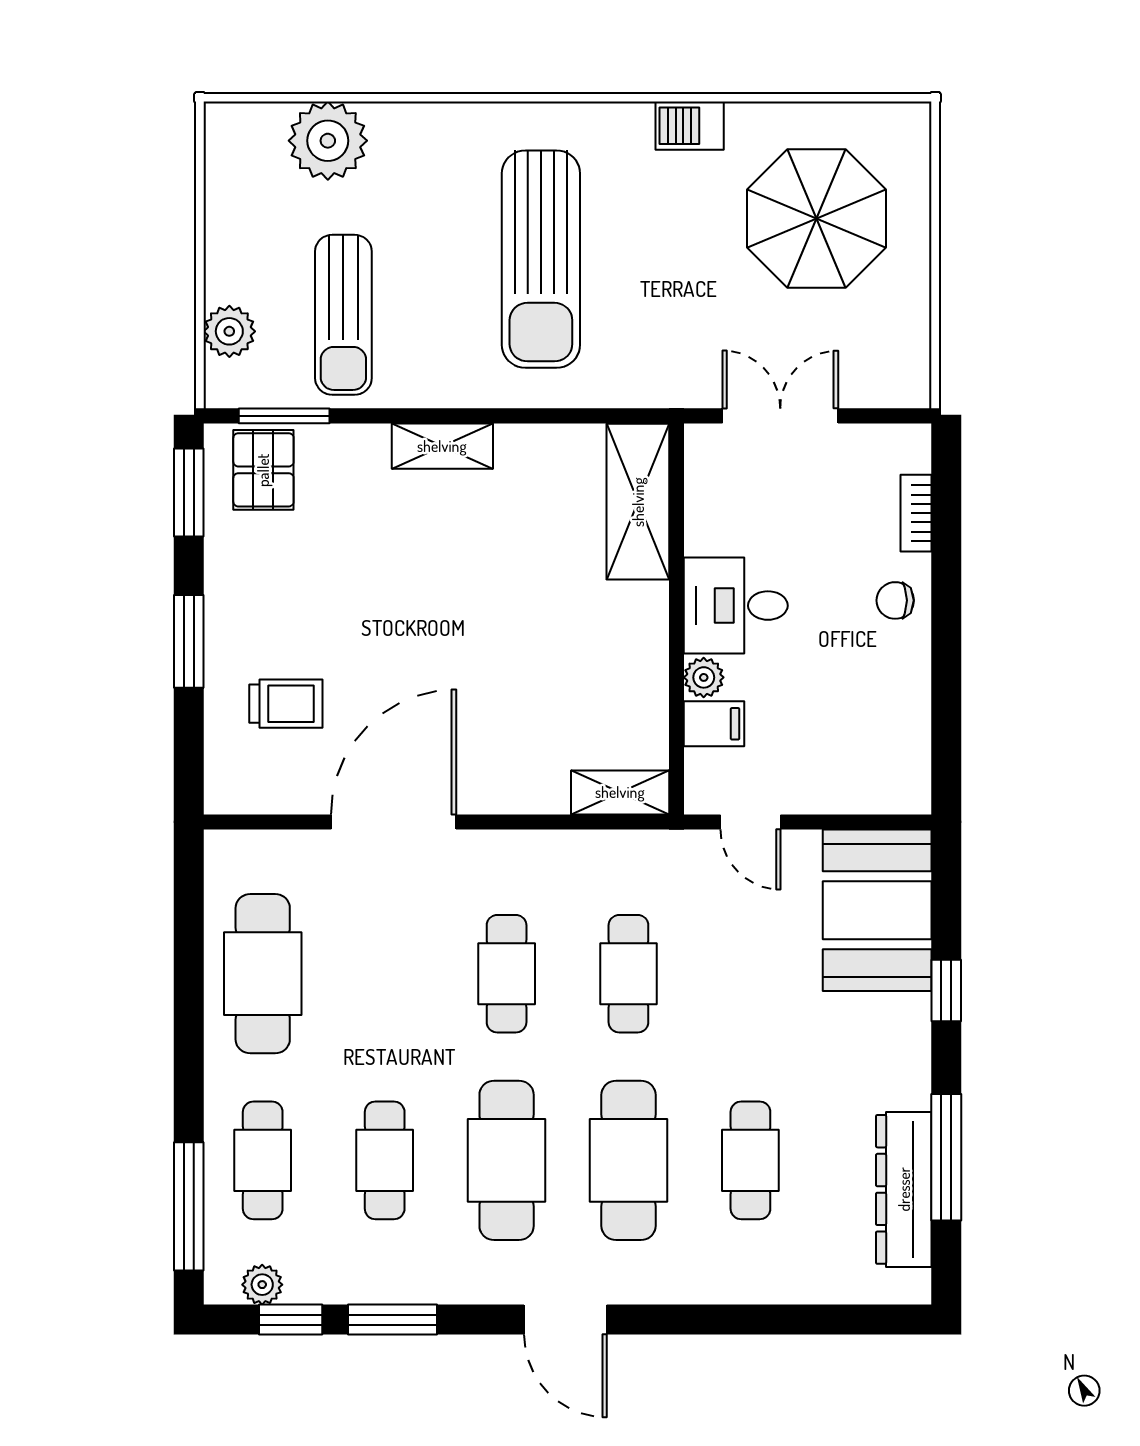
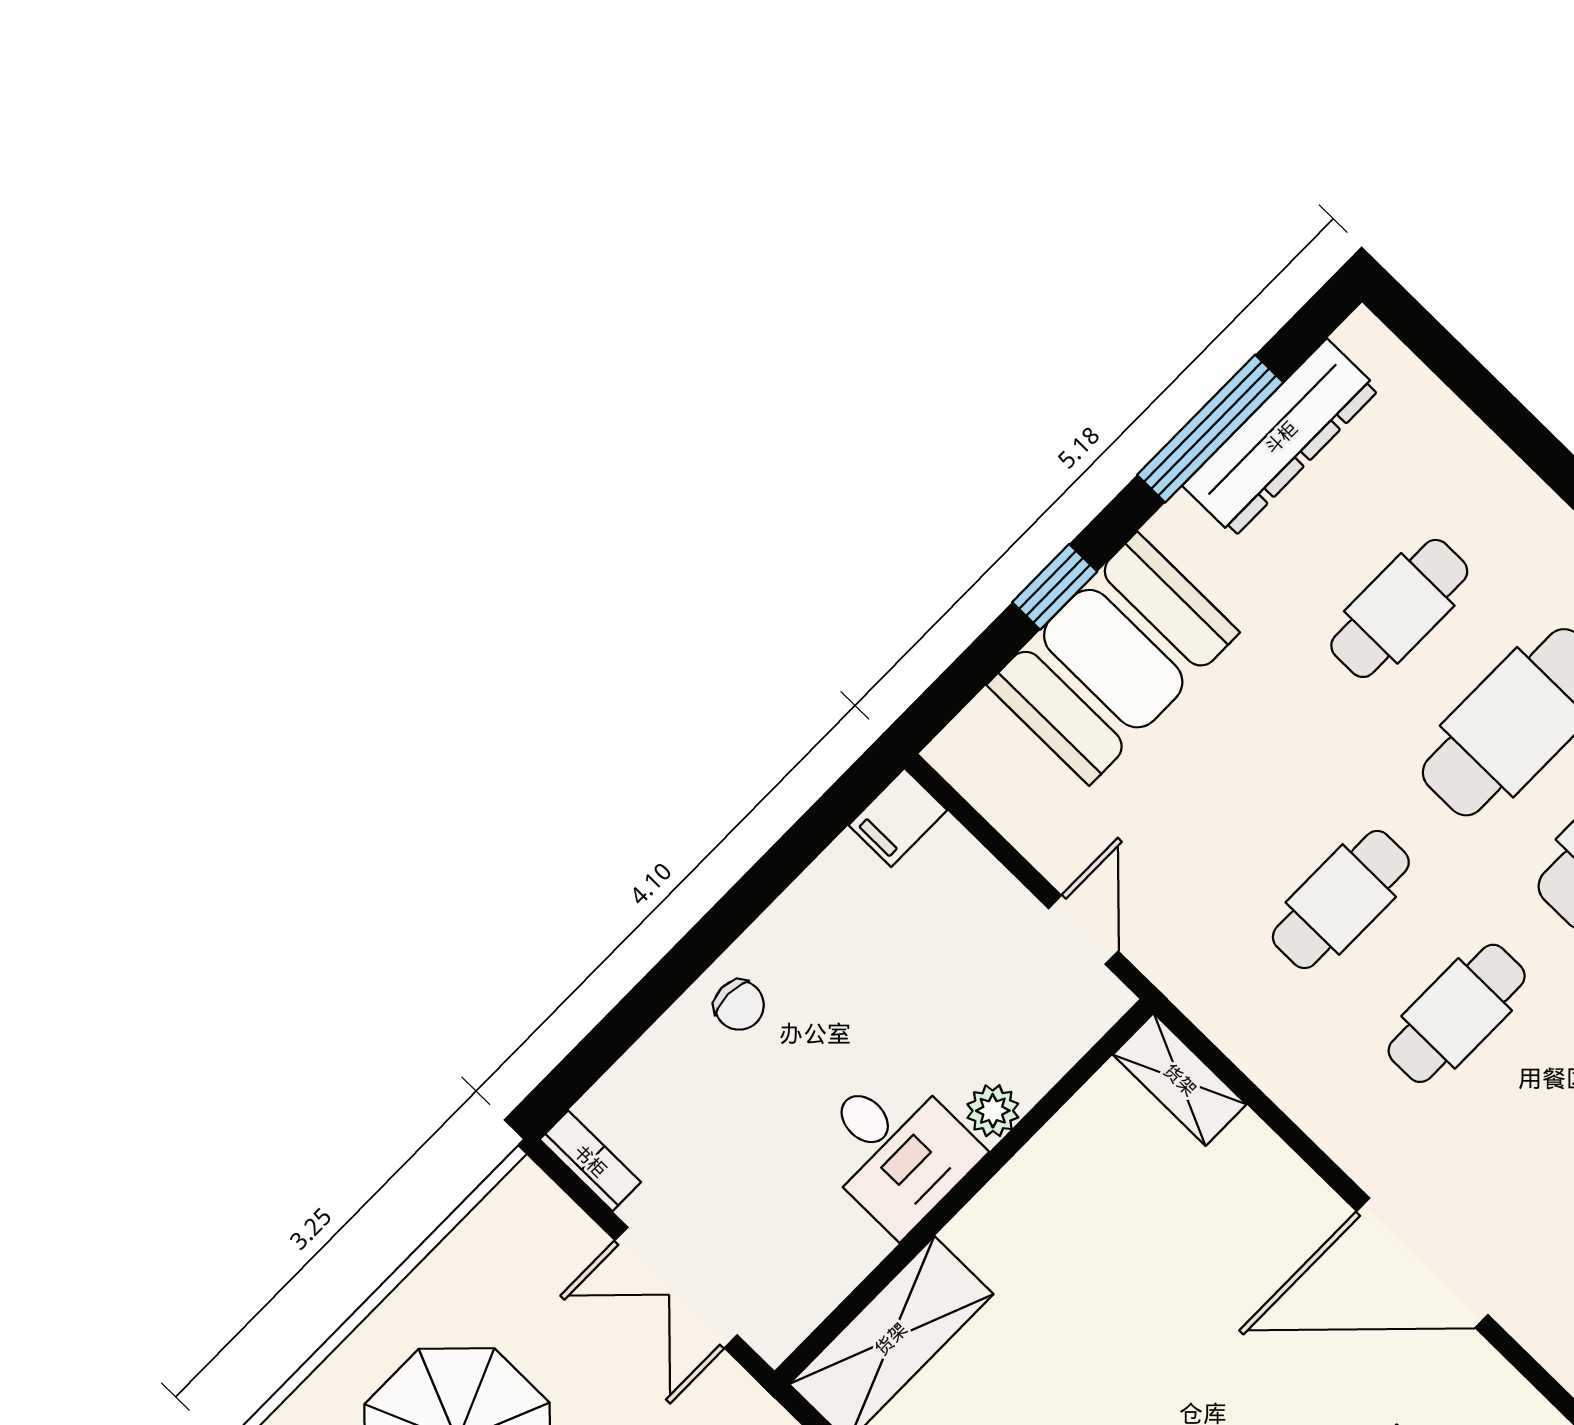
bookcase: (916, 513) -> (590, 1161), moved, turned -90
filing cabinet: (714, 724) -> (898, 818), moved, turned -90
booth: (877, 910) -> (1113, 659), moved

